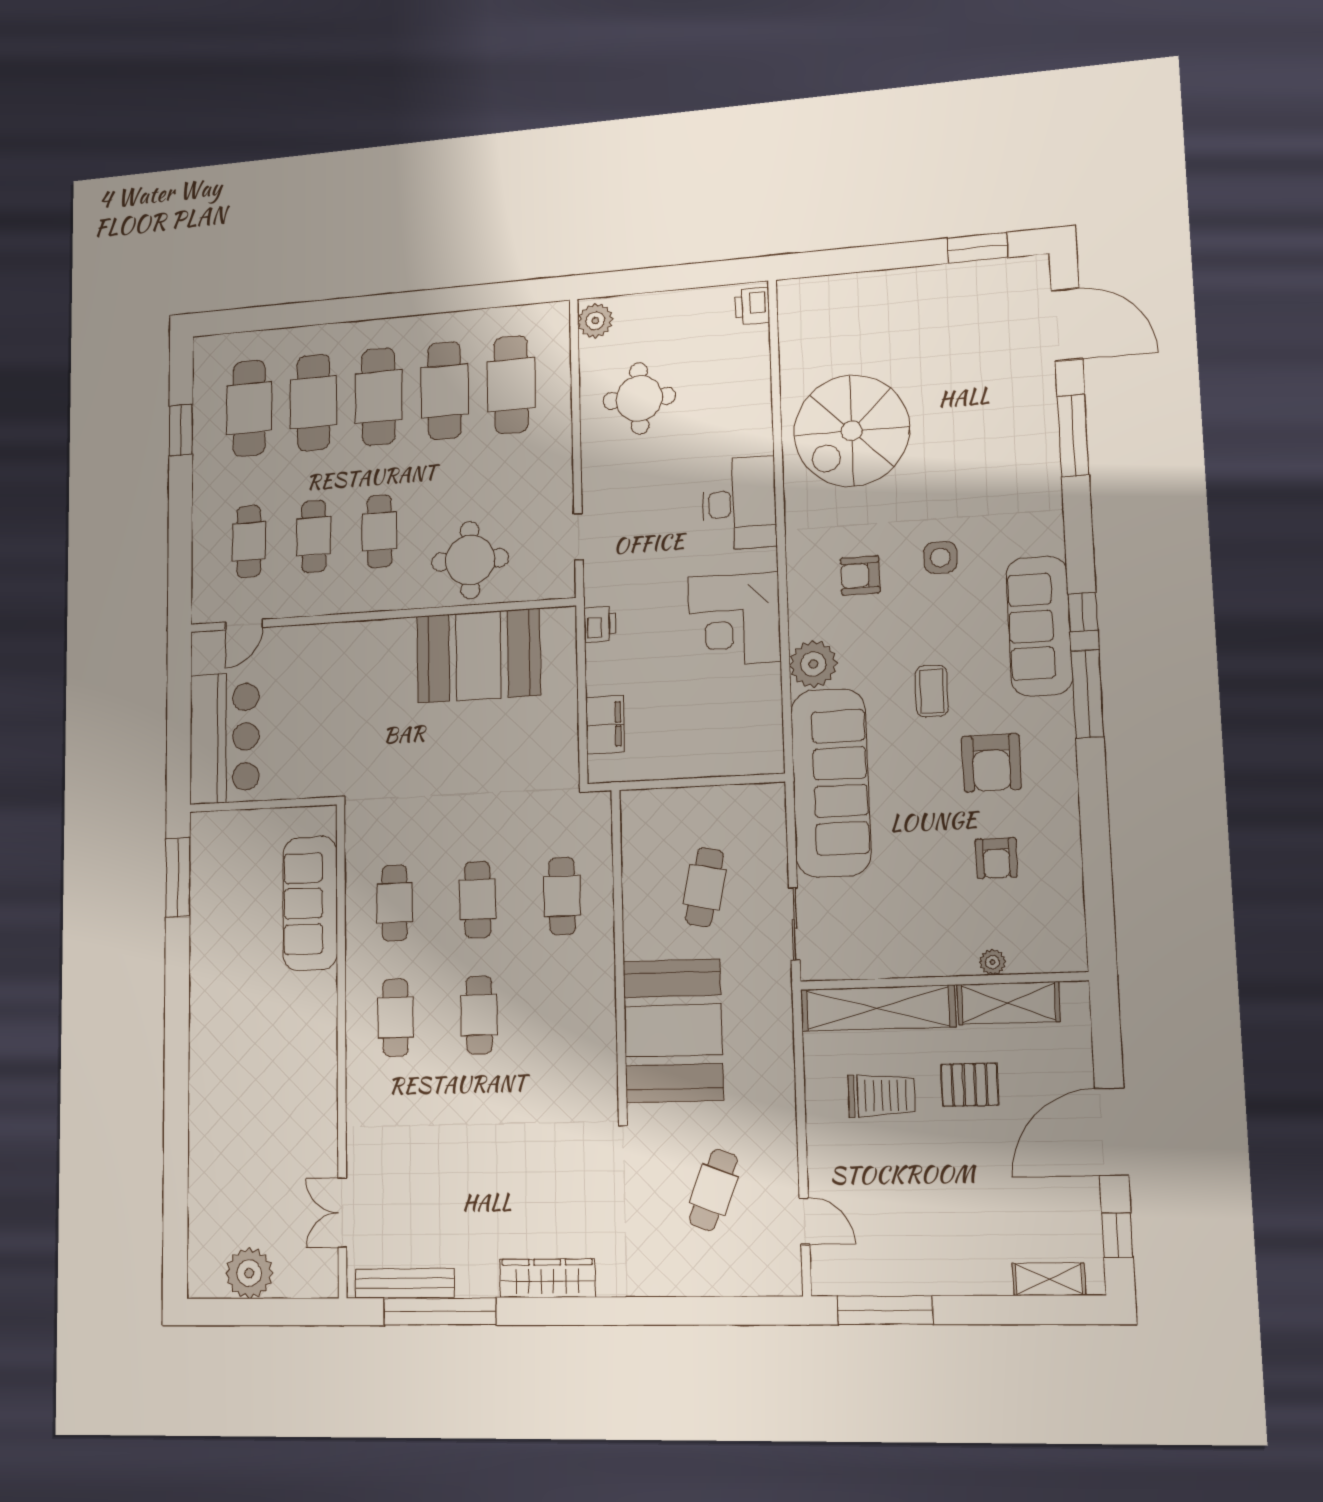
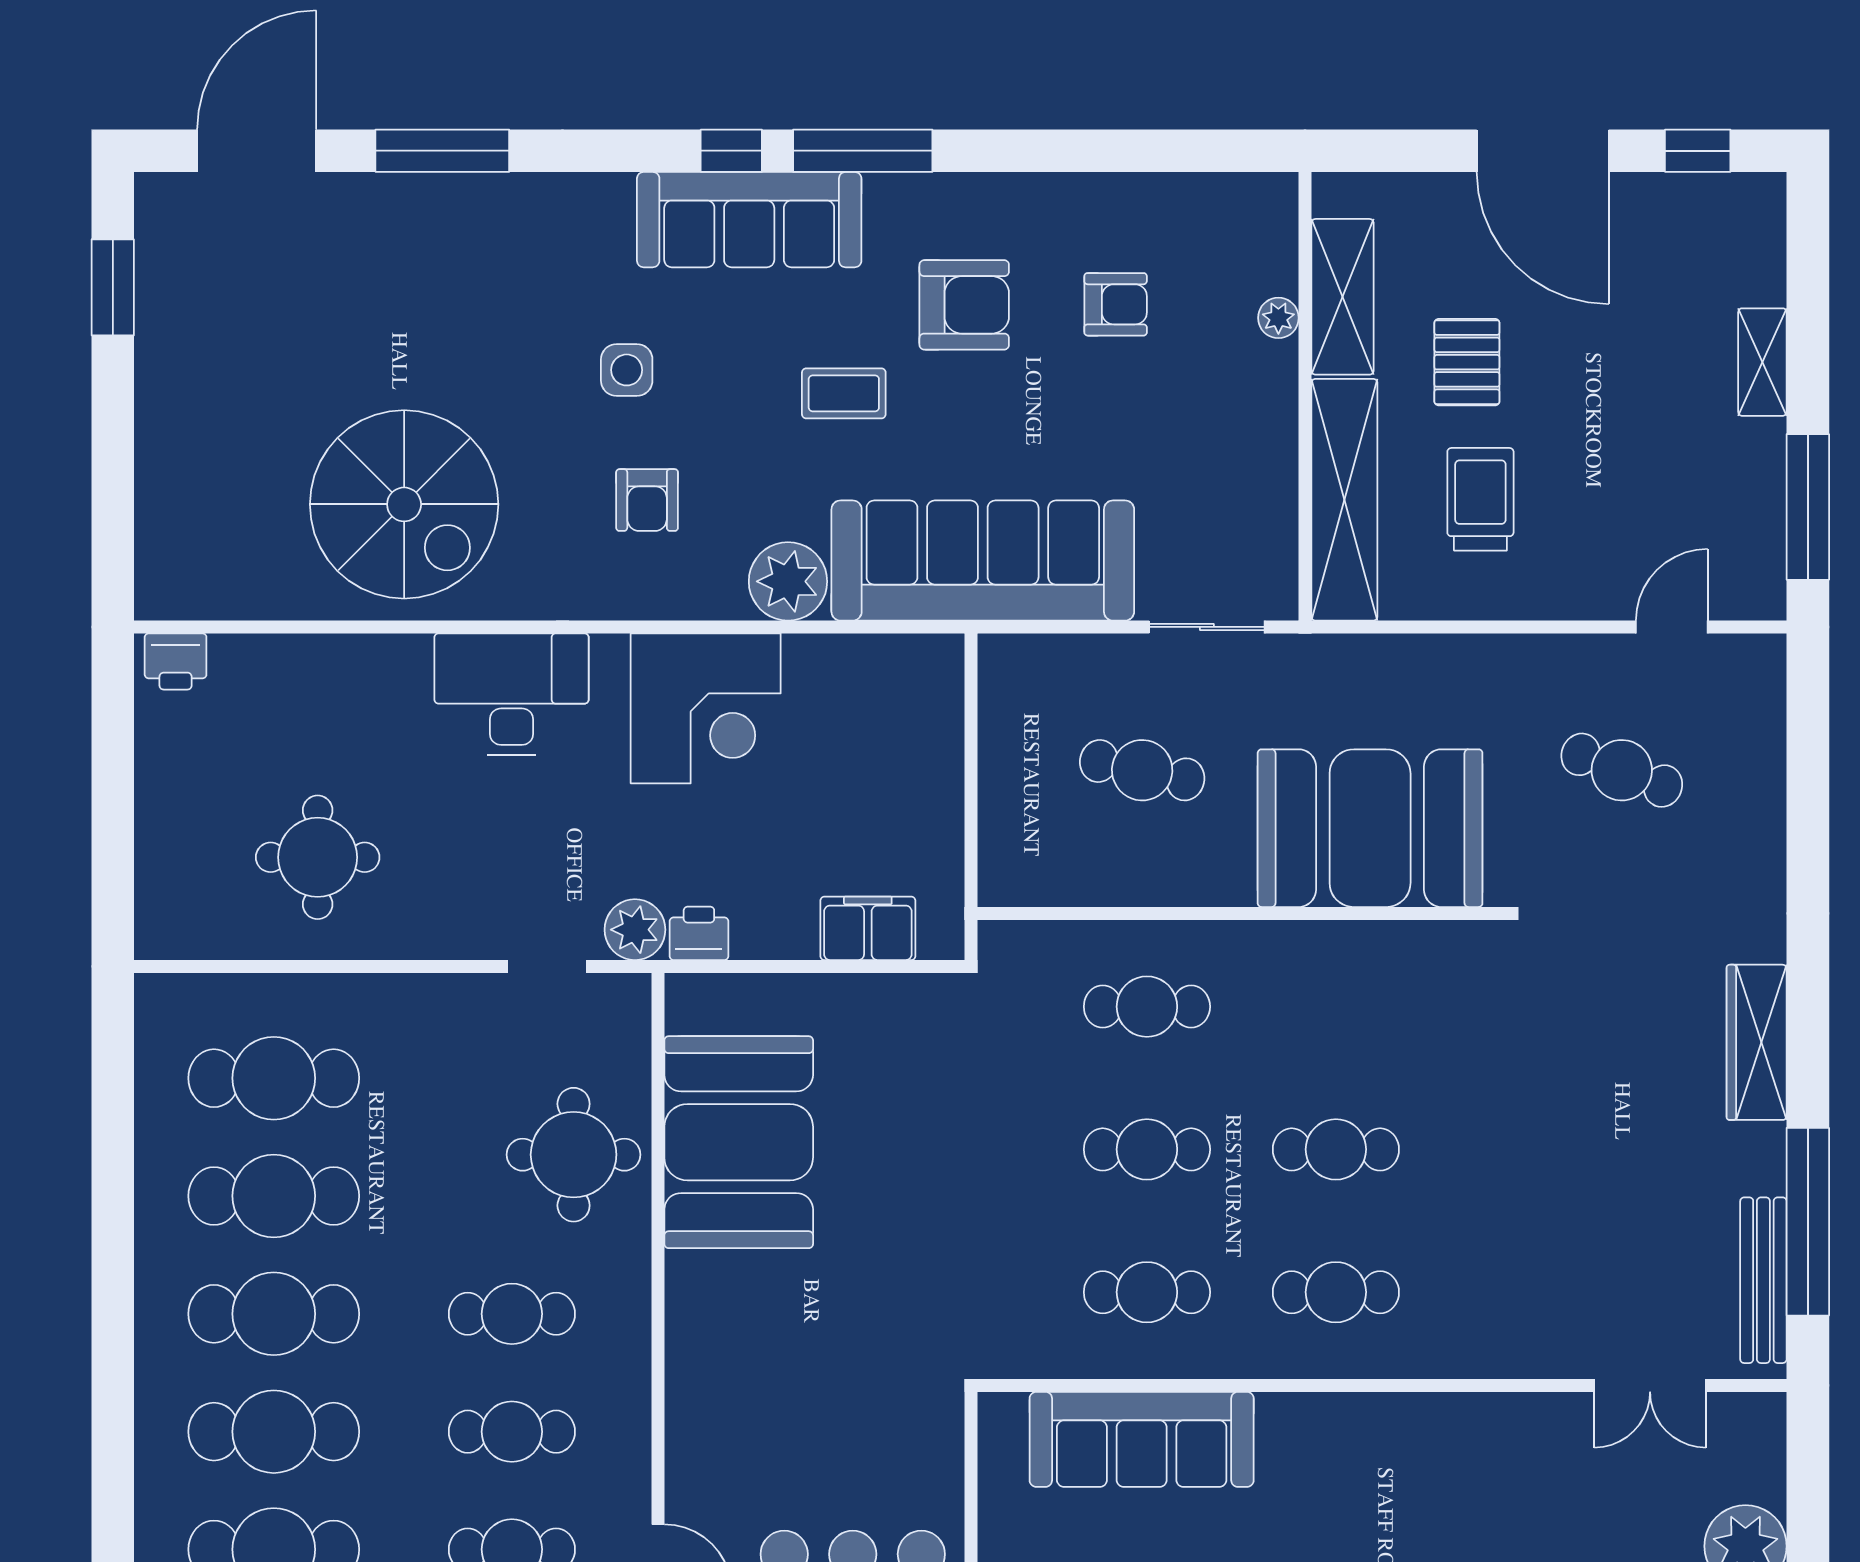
plant: (595, 321) -> (635, 930), moved
shelving: (1049, 1279) -> (1762, 362), moved

